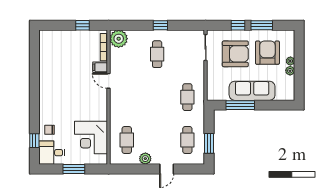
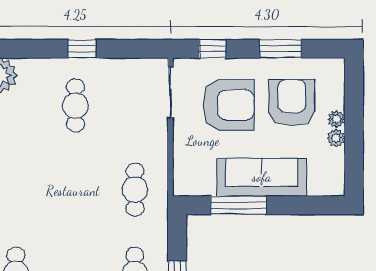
window: (238, 25) -> (212, 49), moved

